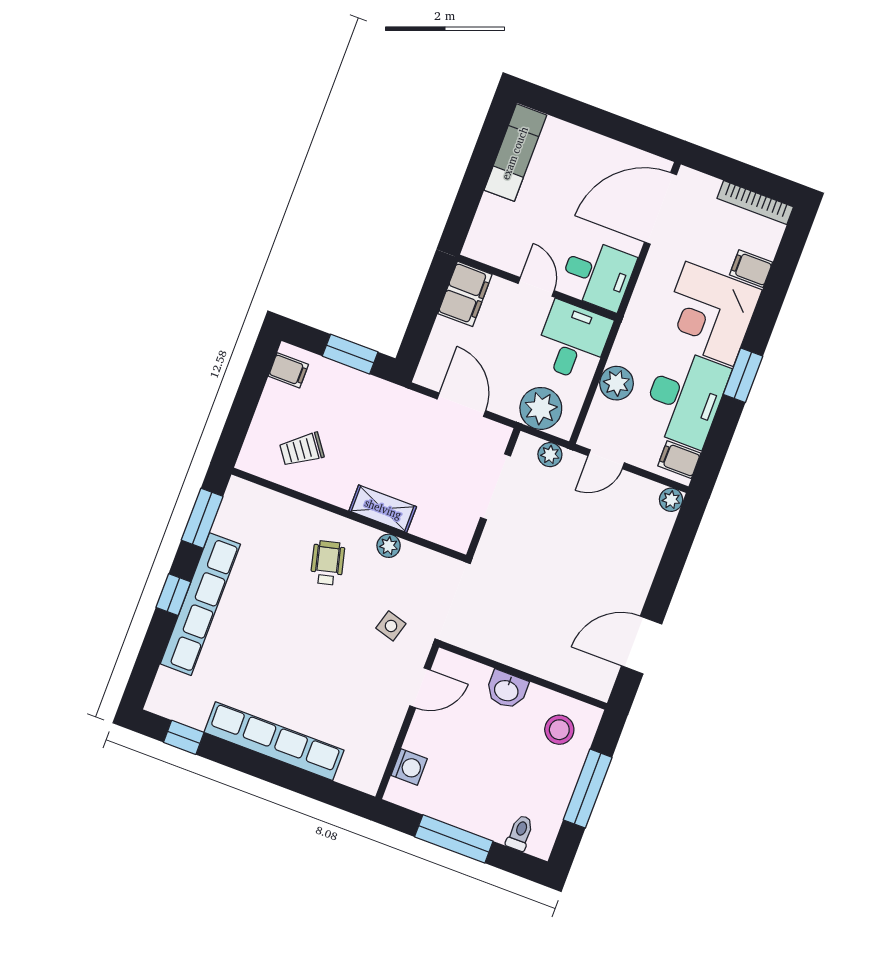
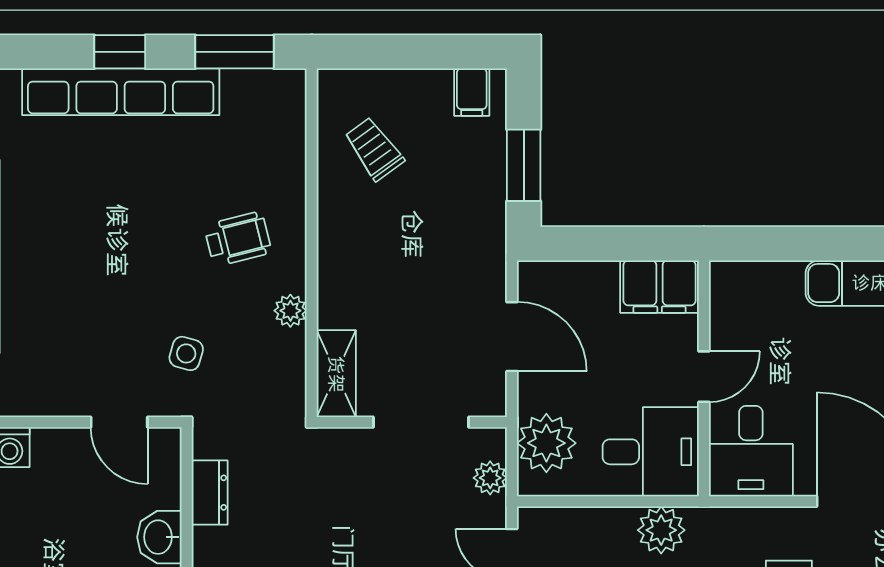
plant: (617, 383) -> (661, 530), moved
door: (461, 405) -> (512, 337), hinge flipped
shelving: (383, 509) -> (336, 374), moved
dresser: (489, 645) -> (210, 493), added

